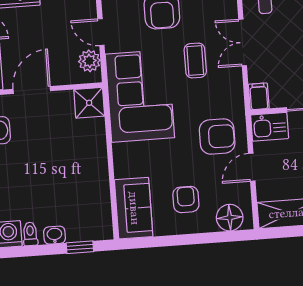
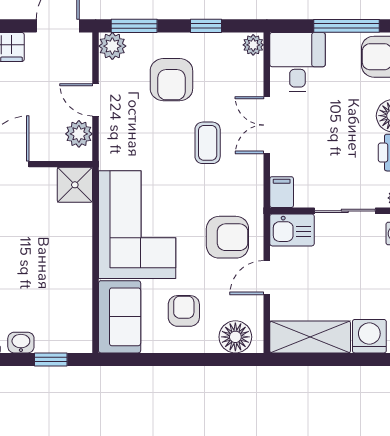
corner sofa: (140, 96) -> (137, 225), moved

